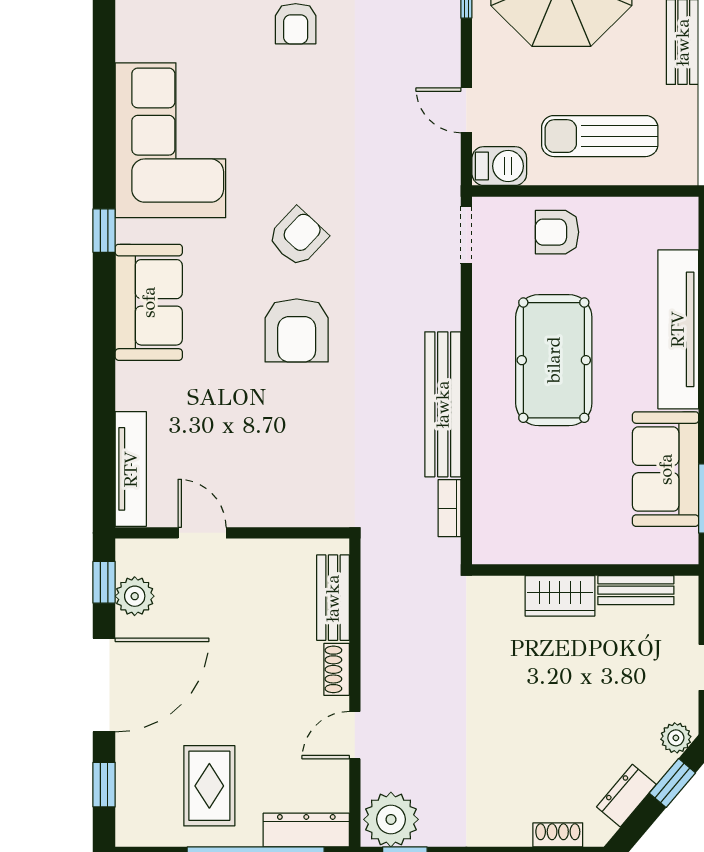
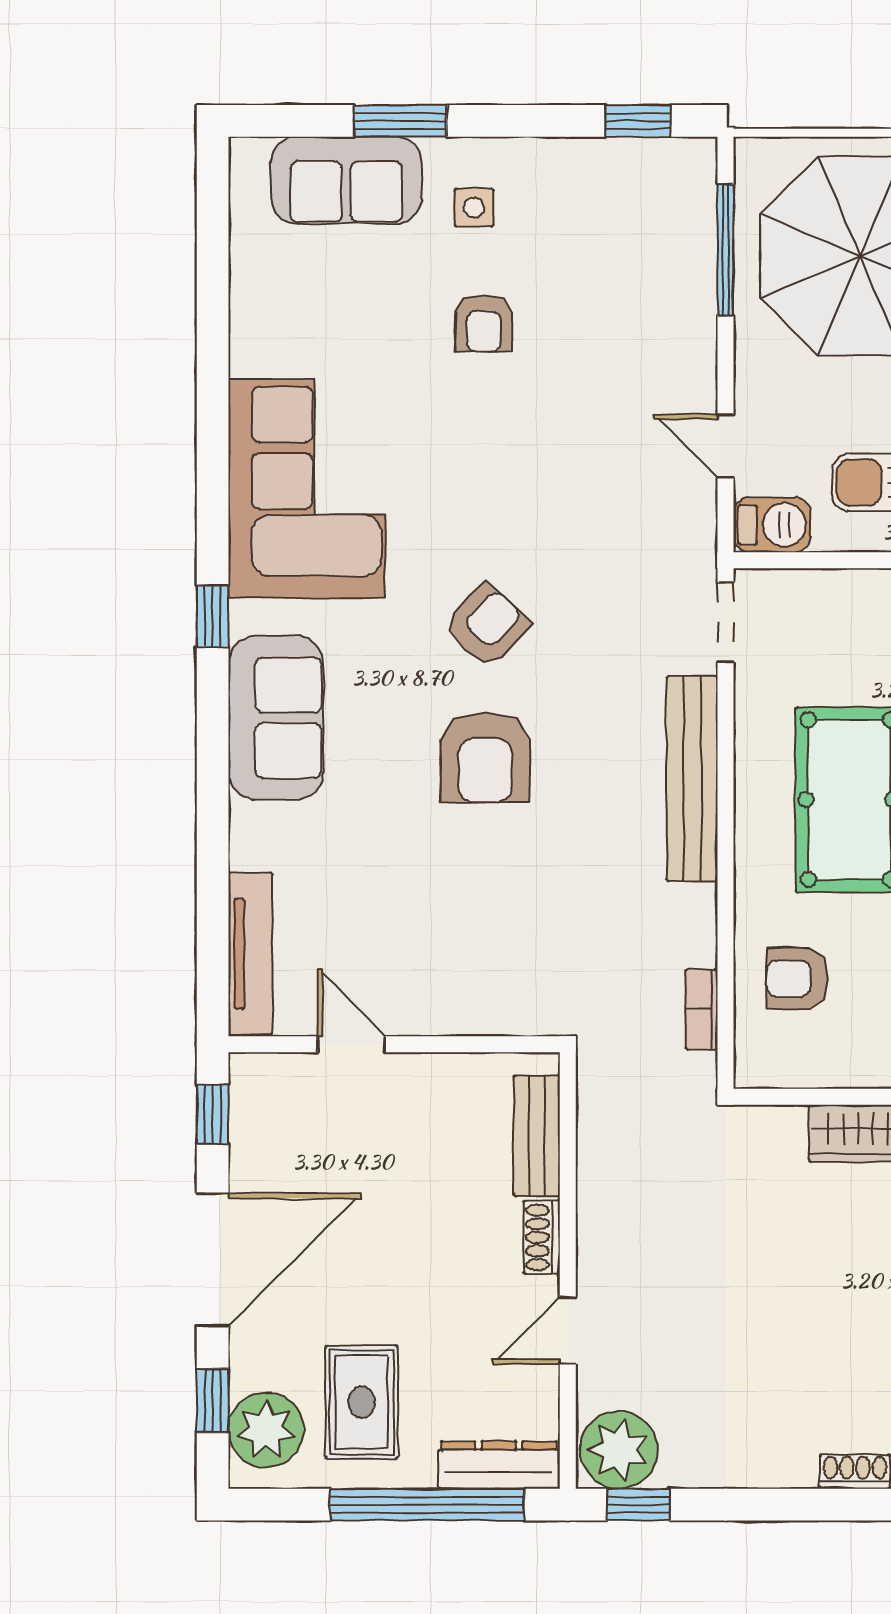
armchair: (557, 232) -> (797, 979), moved
bench: (443, 404) -> (692, 778), moved
plant: (135, 596) -> (266, 1430), moved, width x1.36, depth x1.36

